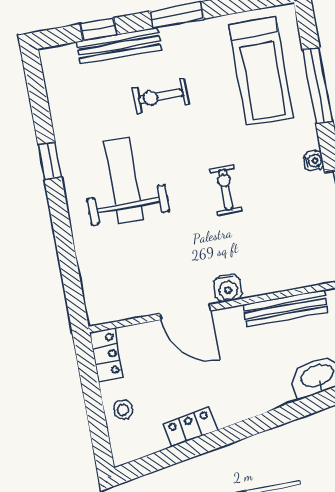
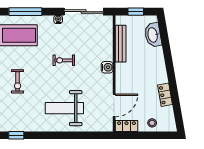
window: (50, 161) -> (16, 135), moved
weight bench: (124, 180) -> (64, 108), moved
door: (185, 312) -> (114, 105), moved

